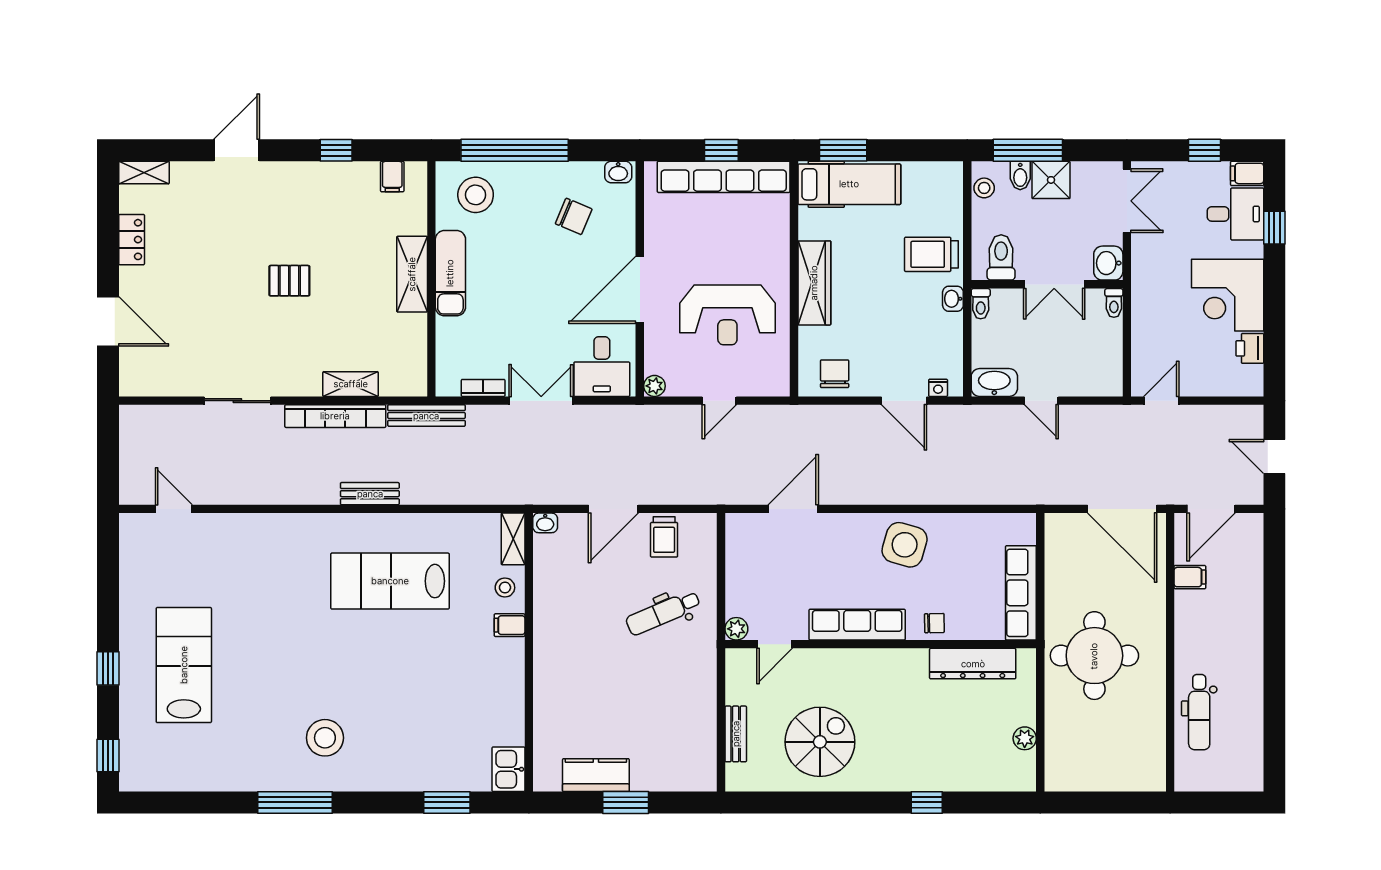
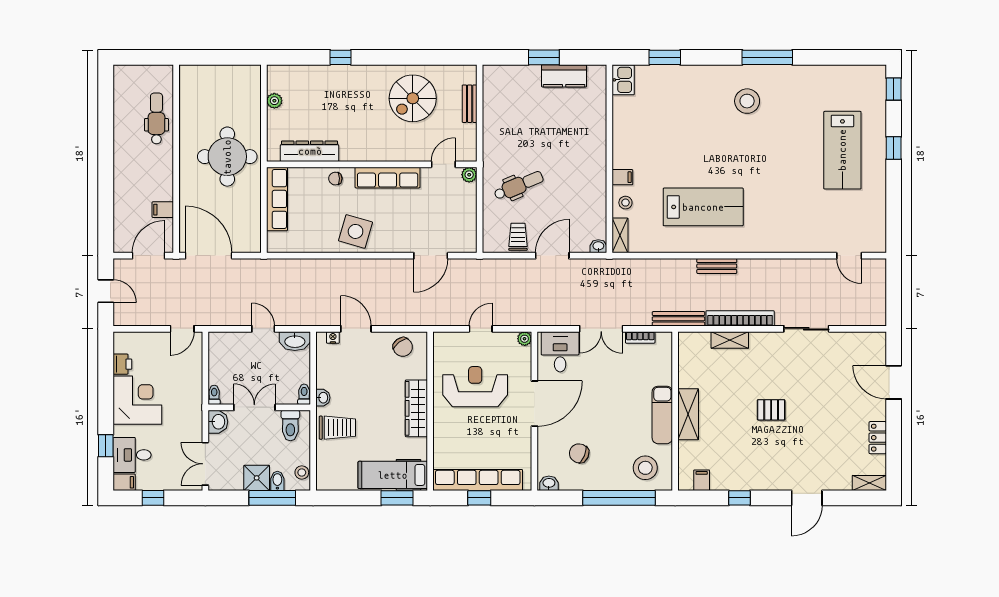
chair: (835, 374) -> (403, 347), turned -36

